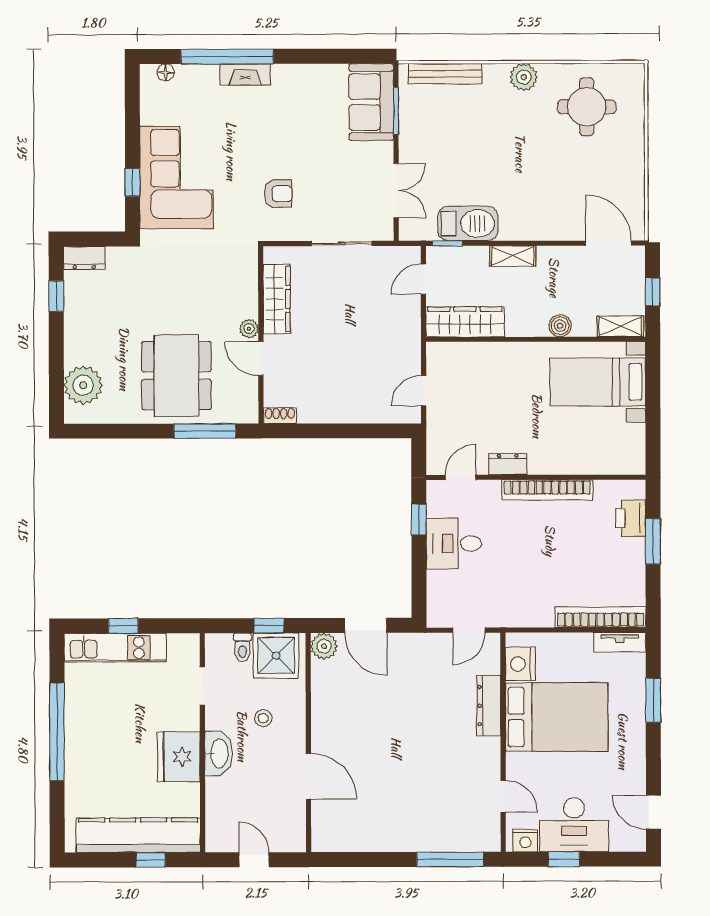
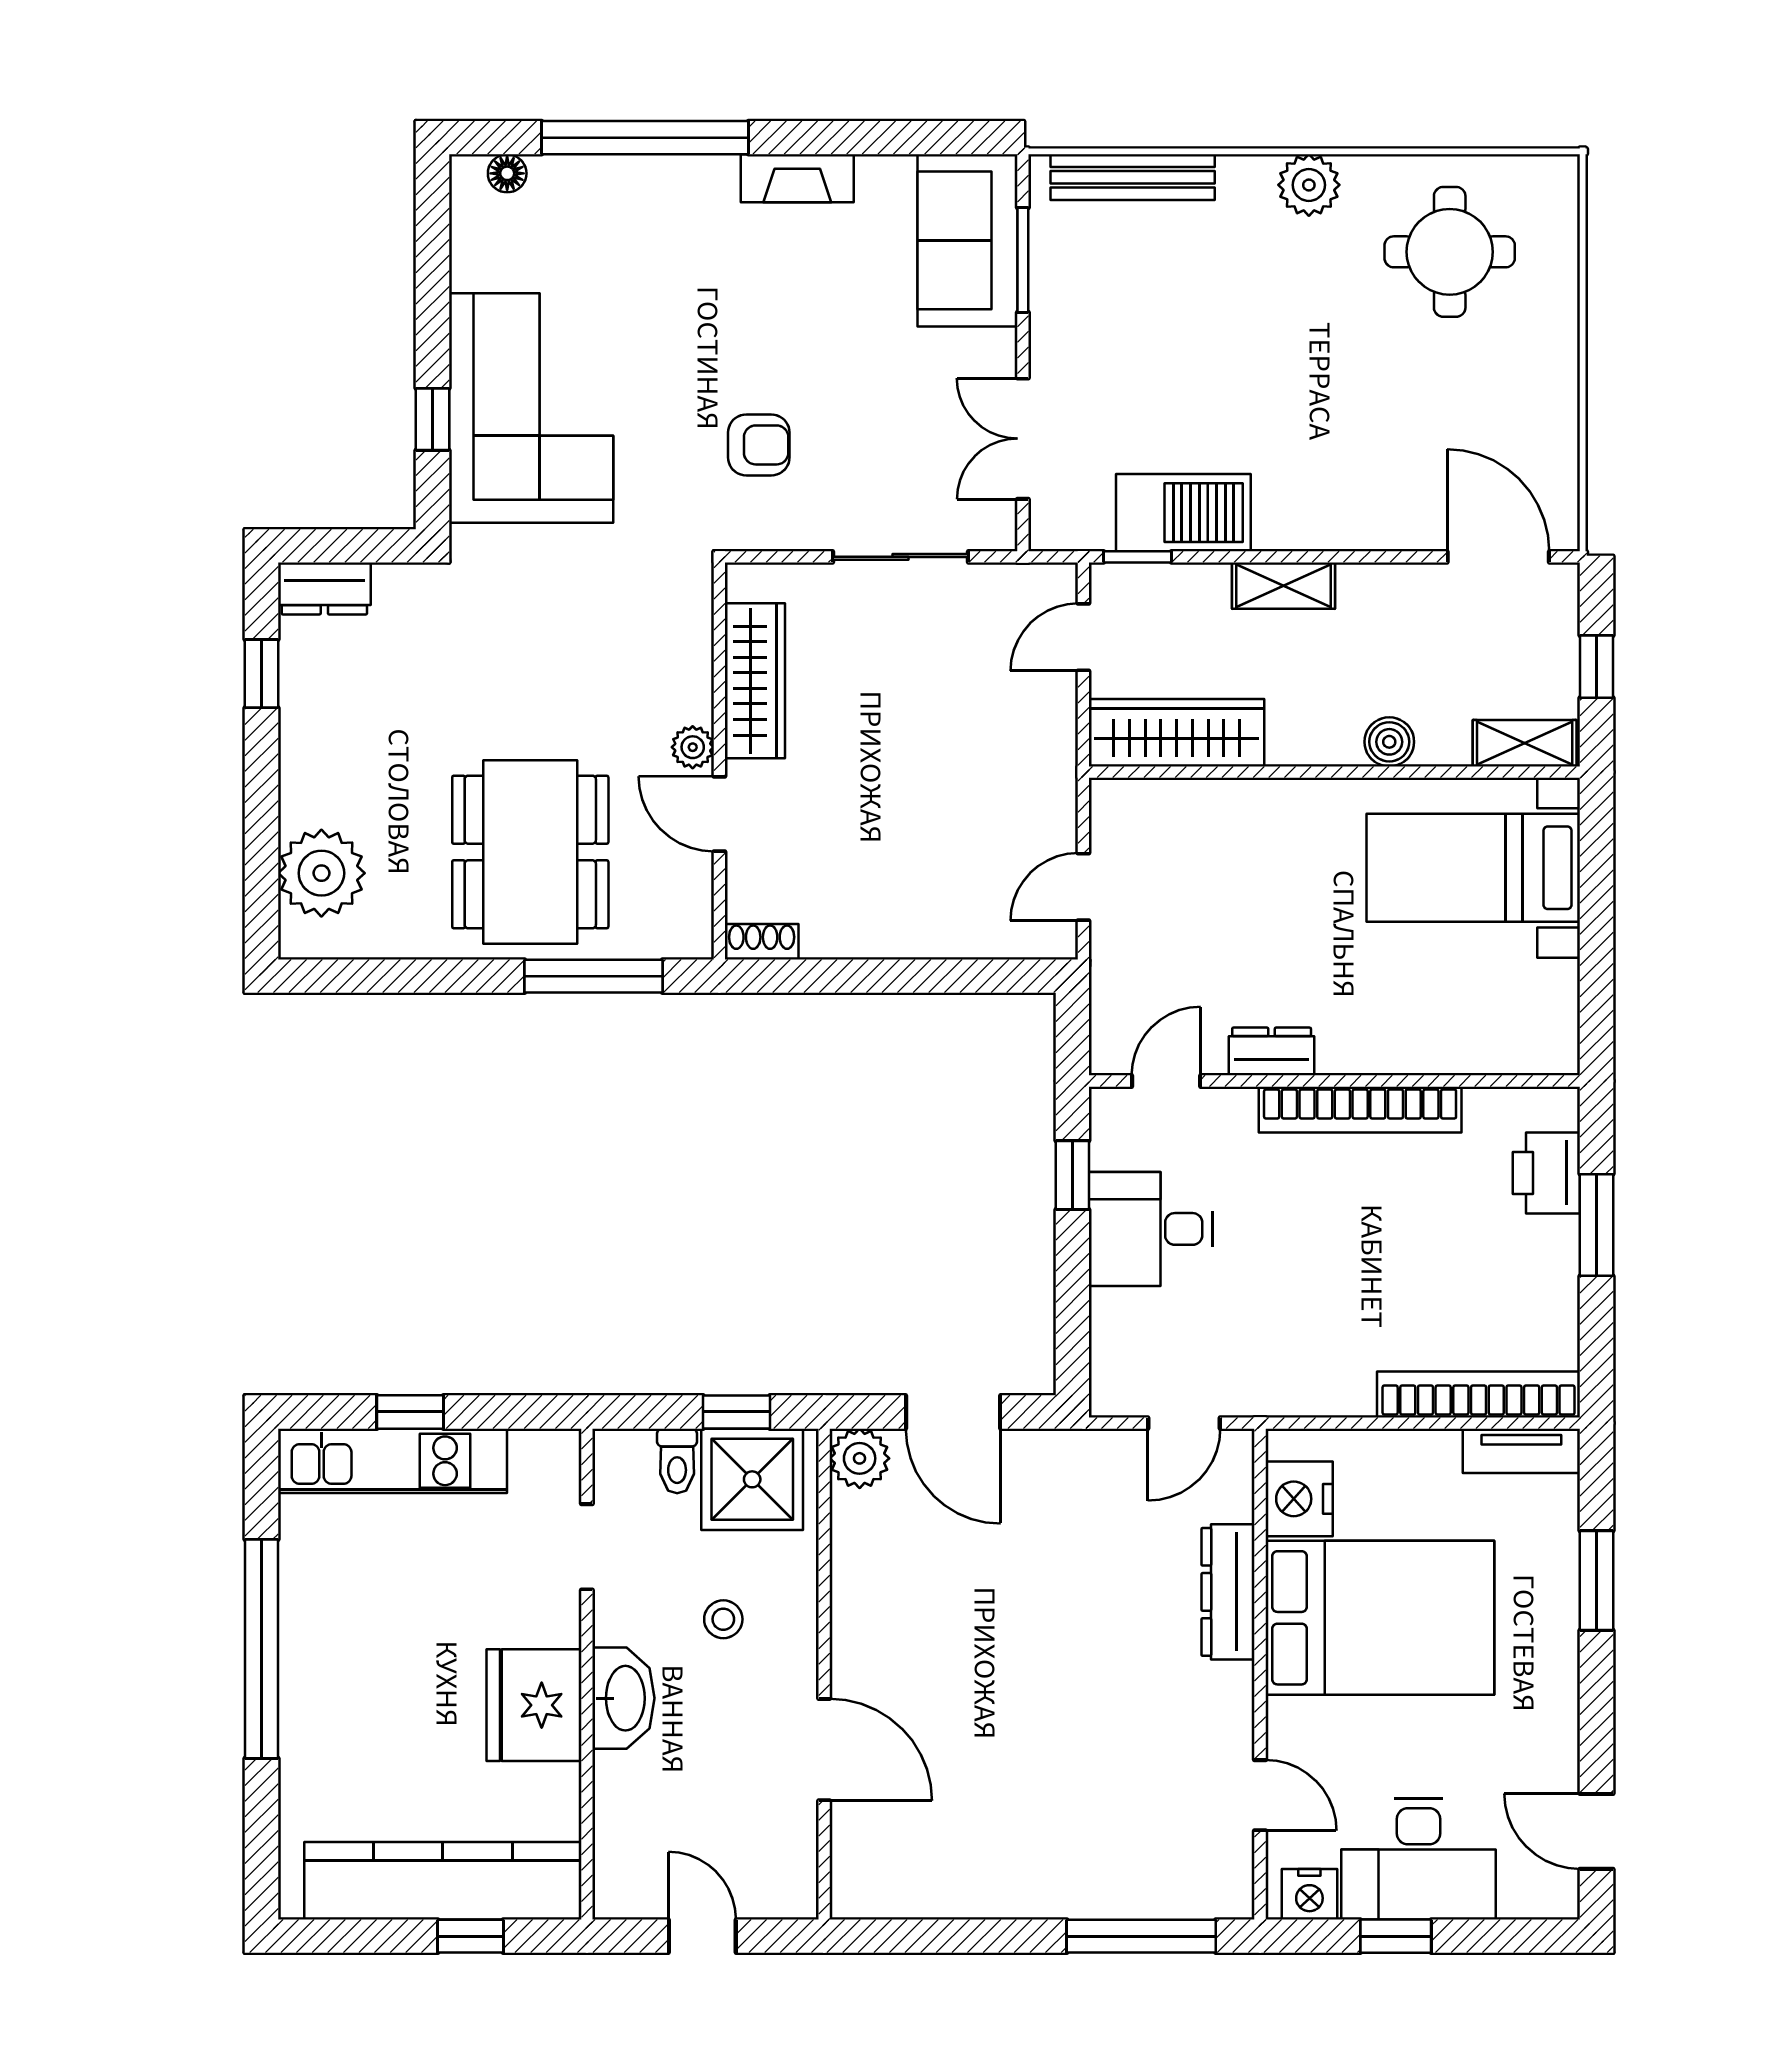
fireplace: (245, 75) -> (797, 178), moved
double door: (396, 191) -> (1023, 439), swing flipped

